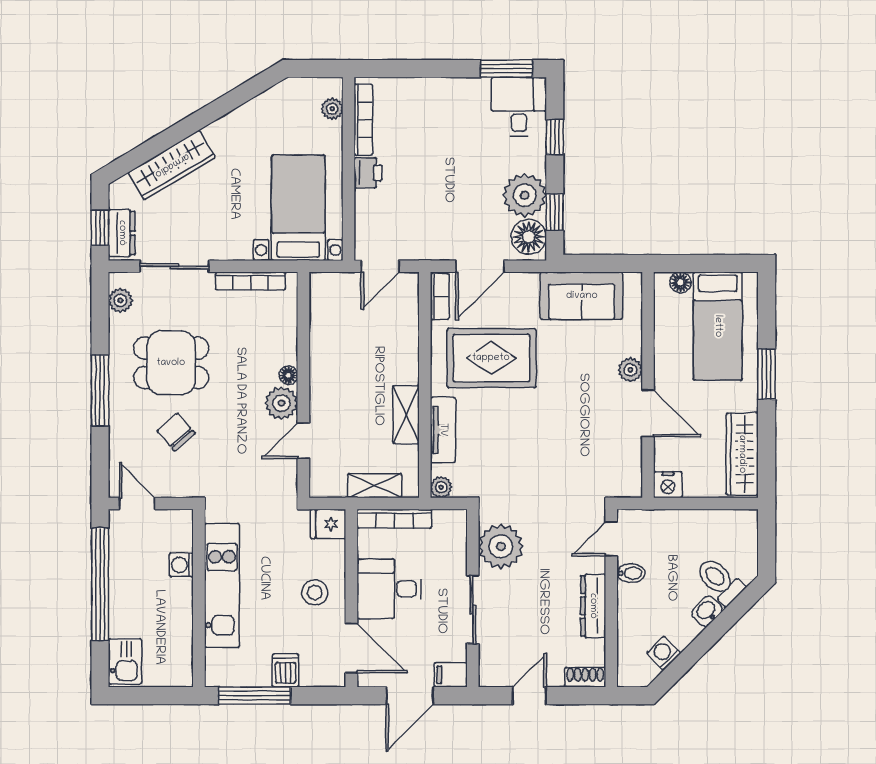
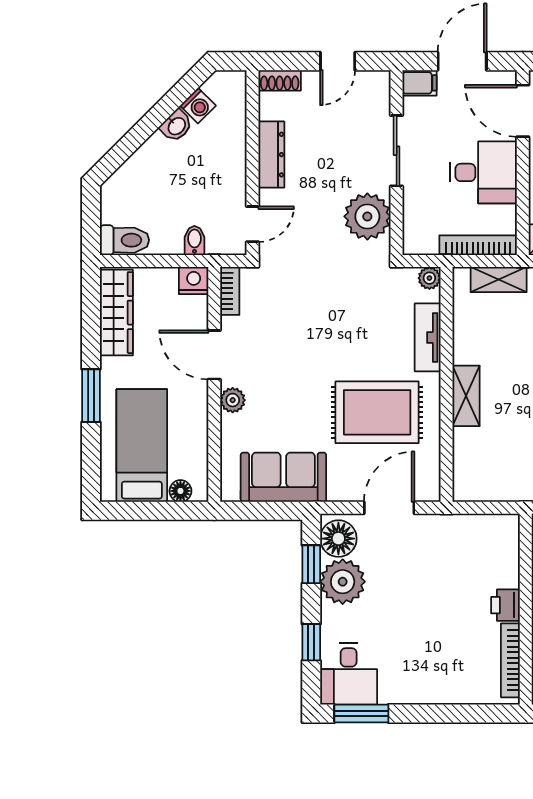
door: (380, 266) -> (493, 508), removed
bookcase: (440, 297) -> (230, 291), moved, turned 180
shelving: (406, 415) -> (466, 396), moved
bidet: (631, 573) -> (194, 241), moved, turned 90
toilet: (720, 581) -> (124, 240), moved, turned -45
washbasin: (707, 611) -> (176, 126), moved

